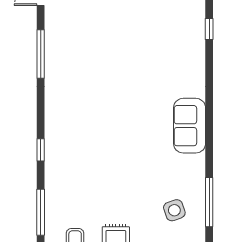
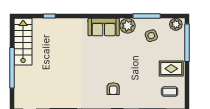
armchair: (80, 143) -> (113, 89), added
plant: (192, 168) -> (128, 26), added

